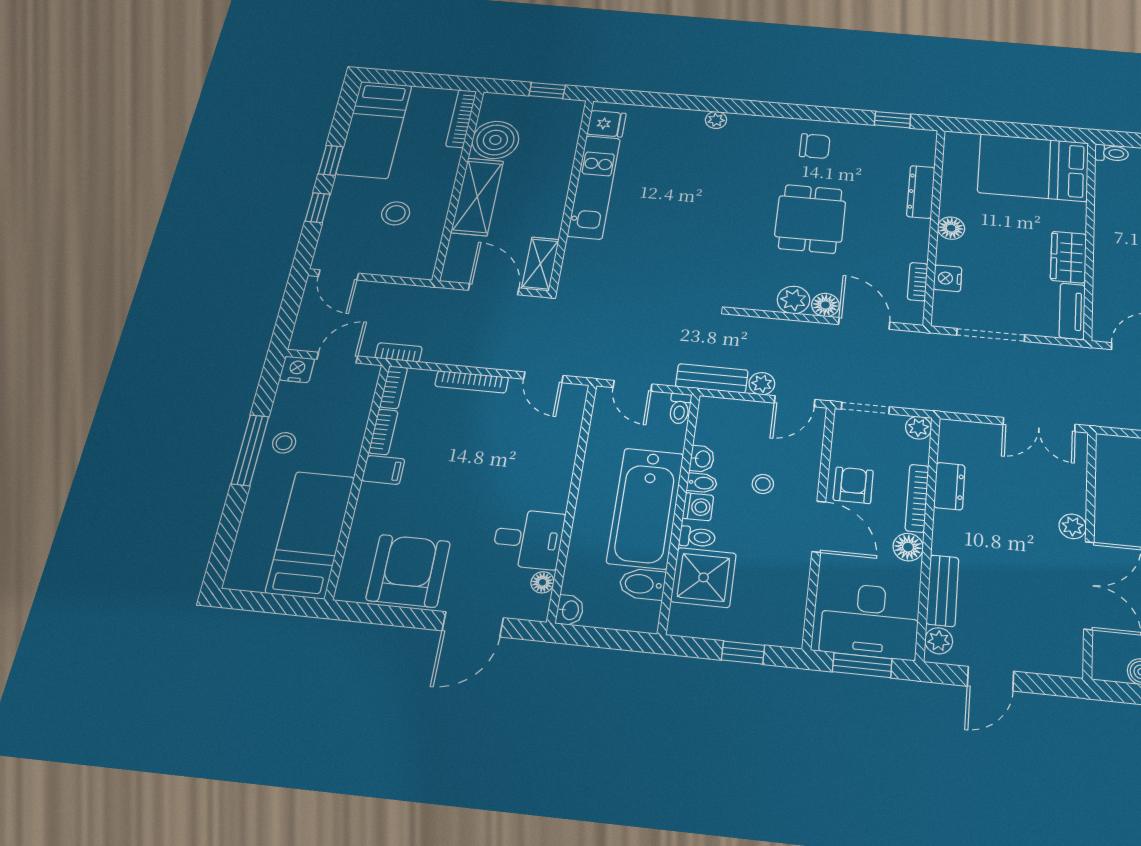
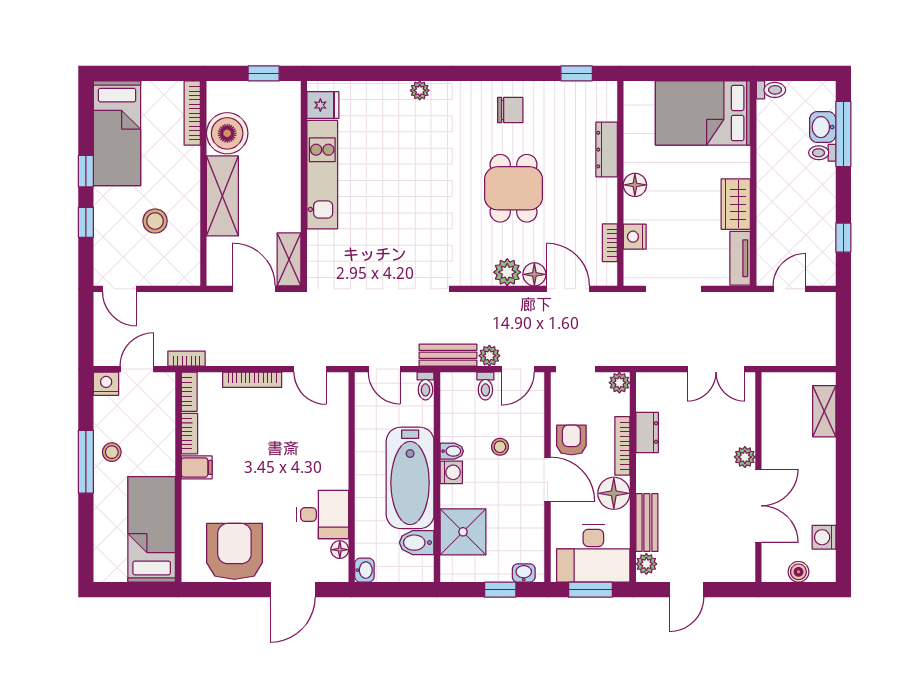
washbasin: (702, 459) -> (524, 573), moved, turned -90
toilet: (697, 537) -> (485, 386), moved, turned 90
floor lamp: (908, 547) -> (614, 493), width x1.38, depth x1.38

